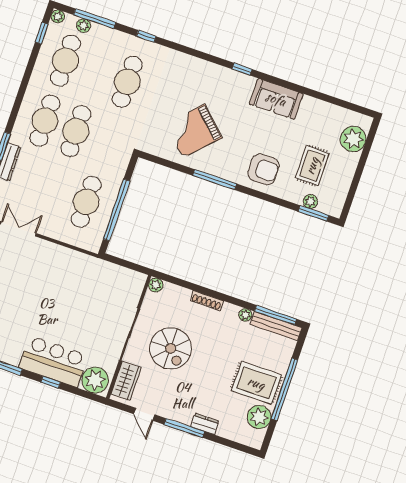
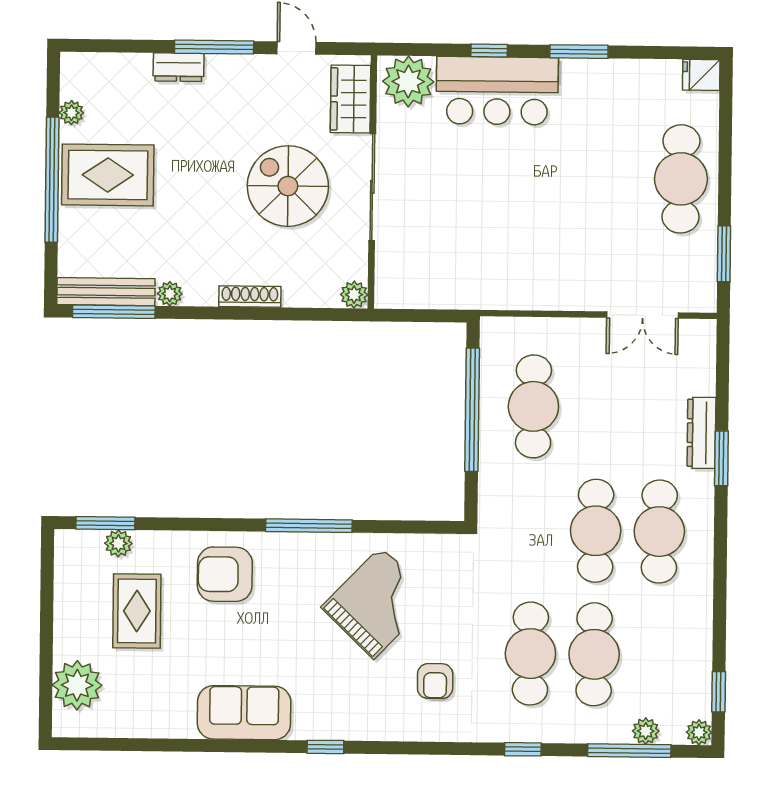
cafe table: (65, 61) -> (594, 654), moved
armchair: (178, 84) -> (435, 681), added
plant: (259, 417) -> (71, 113), width x0.53, depth x0.53

